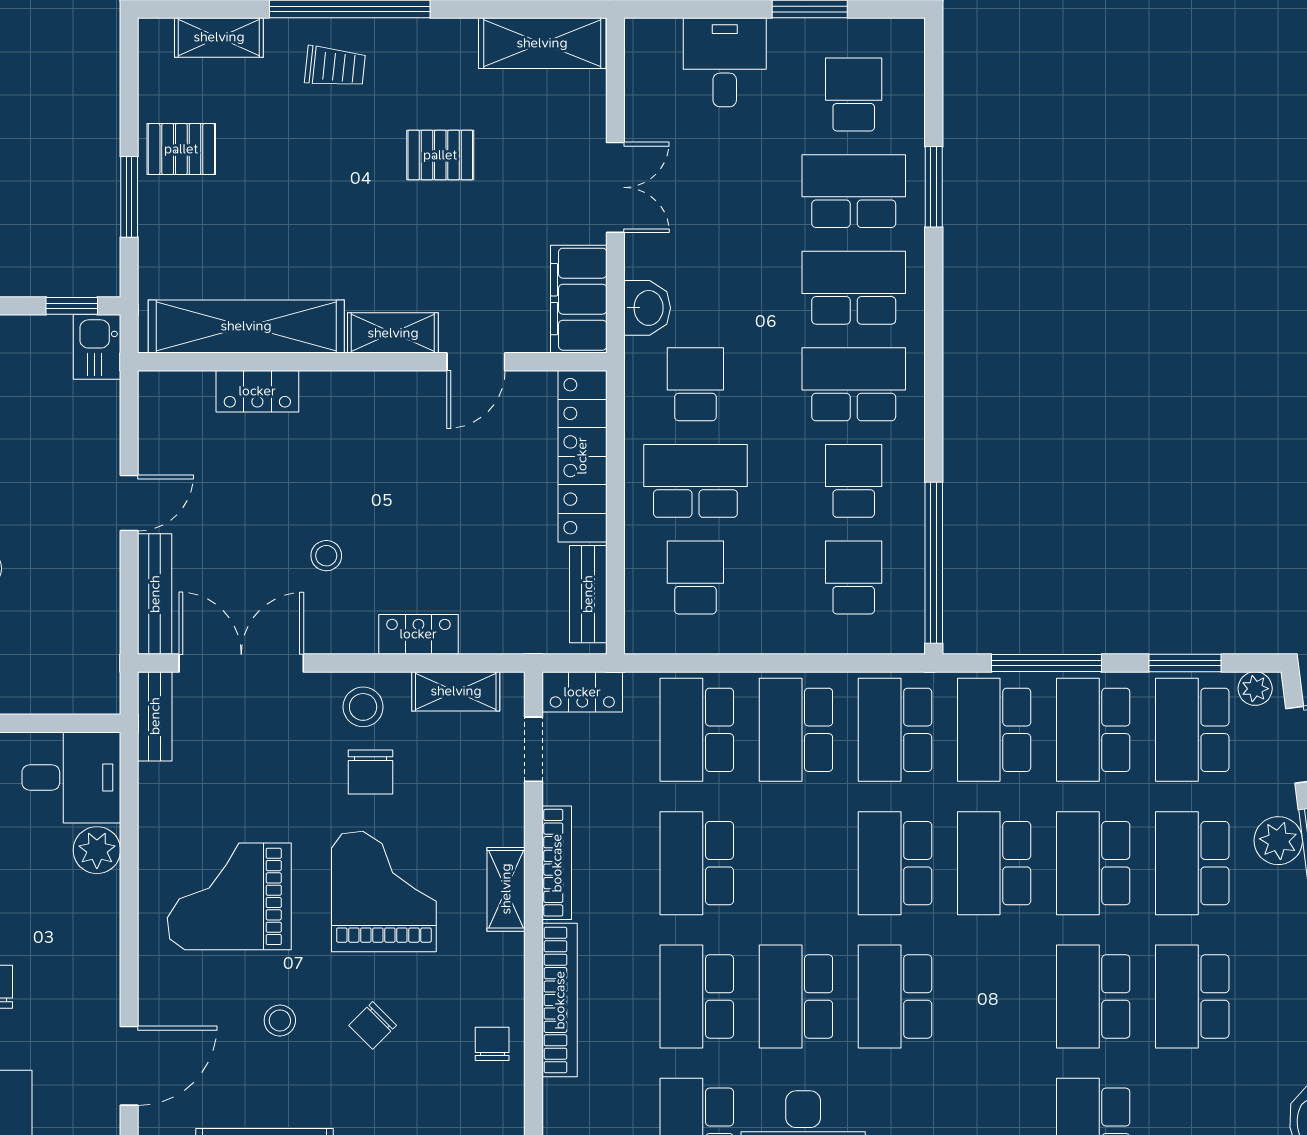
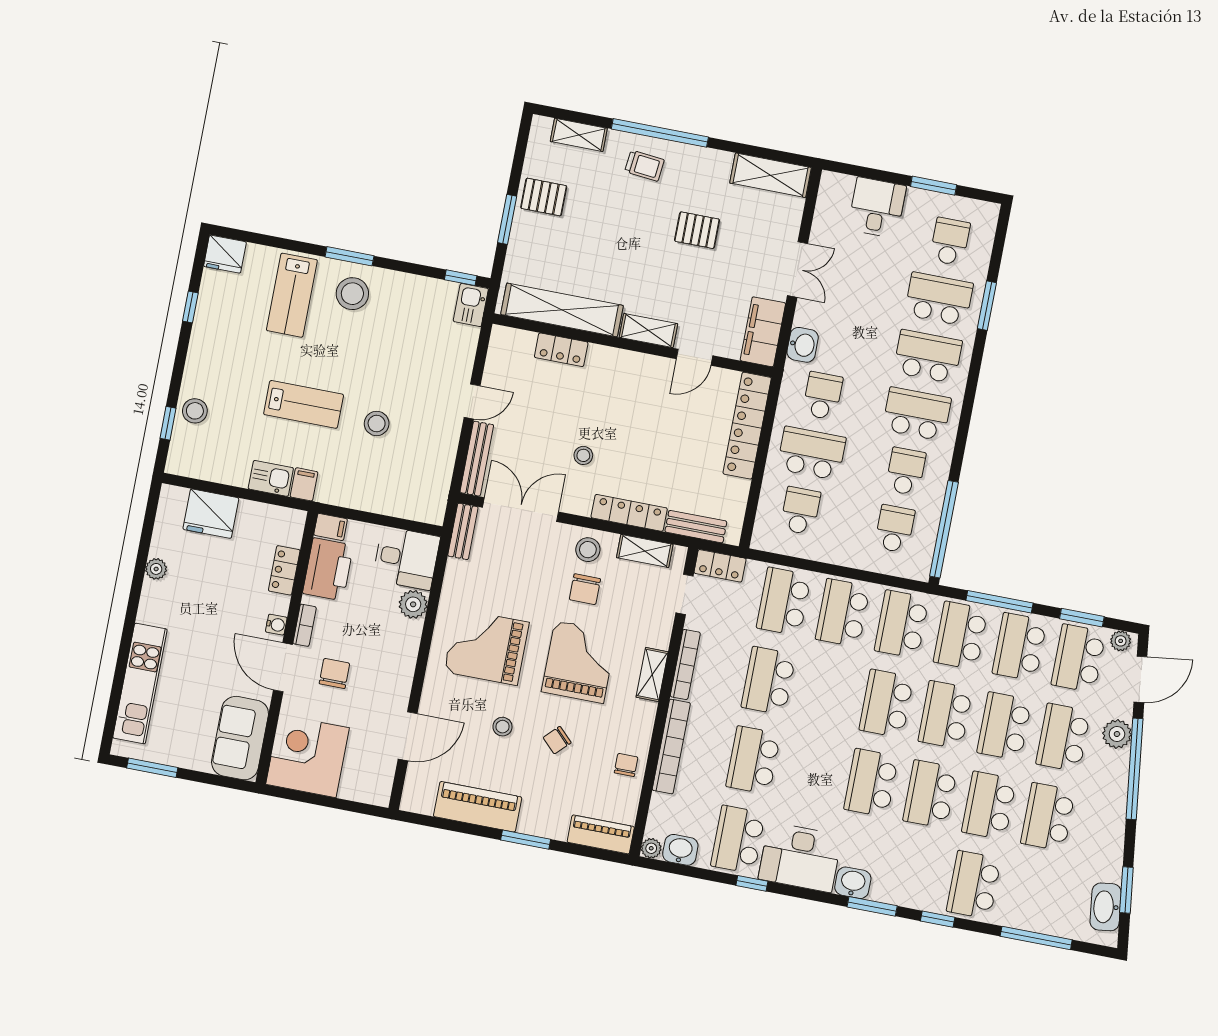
bench: (588, 594) -> (696, 527), moved, turned 90
locker: (418, 634) -> (629, 513), width x1.53
school desk: (796, 996) -> (930, 794), moved

